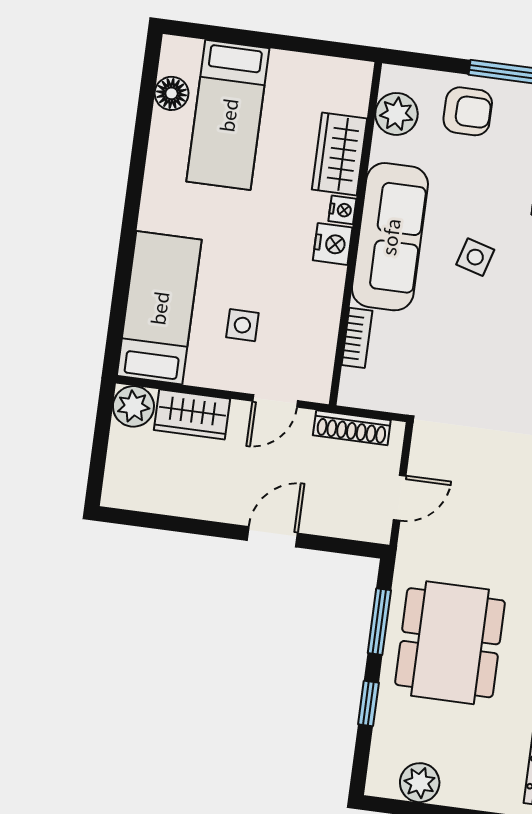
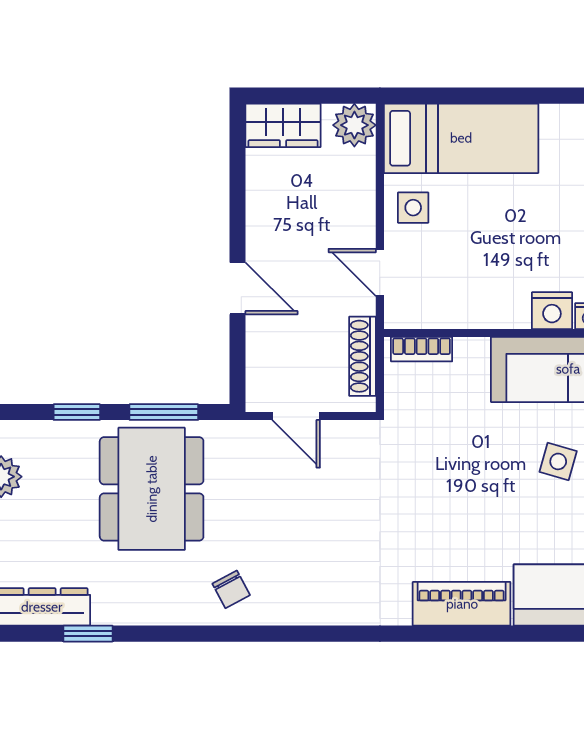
side table: (242, 325) -> (413, 208), moved
bookcase: (357, 338) -> (422, 349), moved
wardrobe: (192, 414) -> (283, 125), moved, turned -90
dining table: (450, 643) -> (152, 489), turned 90

